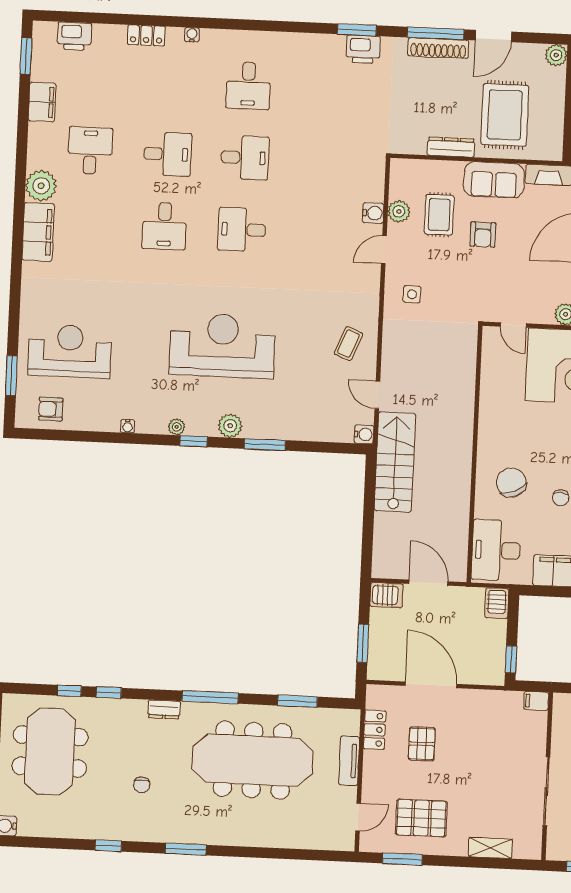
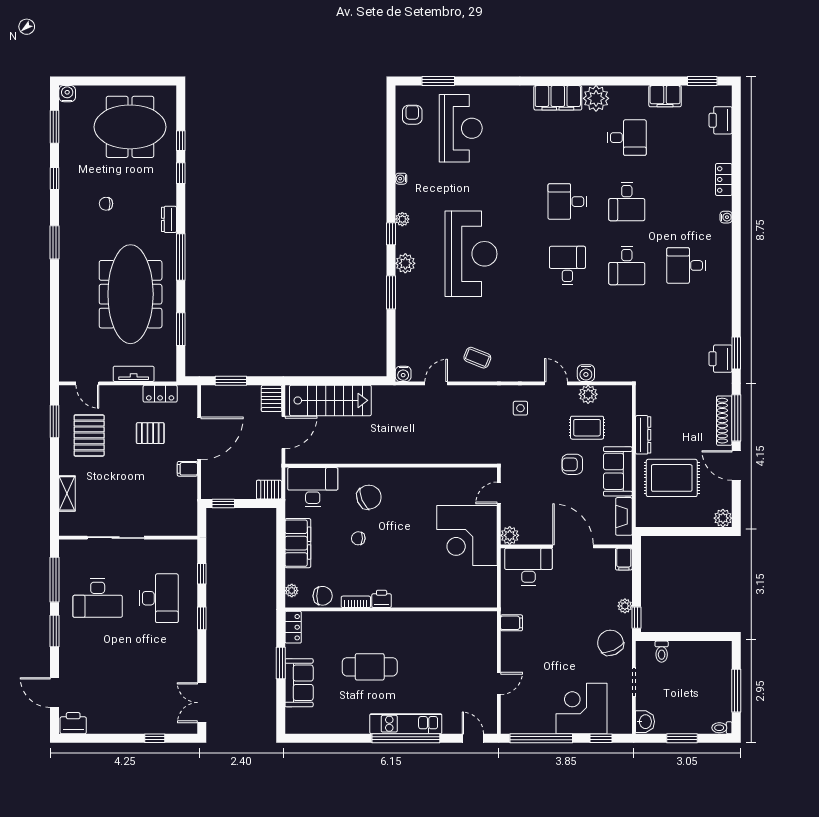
stairs: (395, 462) -> (330, 400), moved
filing cabinet: (536, 701) -> (187, 469), moved, turned -90
window: (46, 843) -> (55, 127), added

